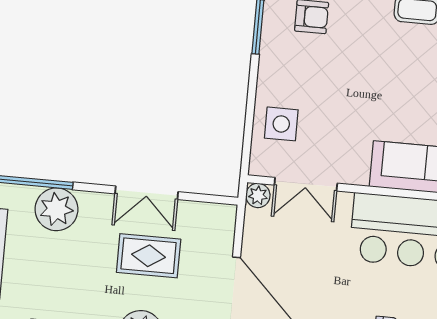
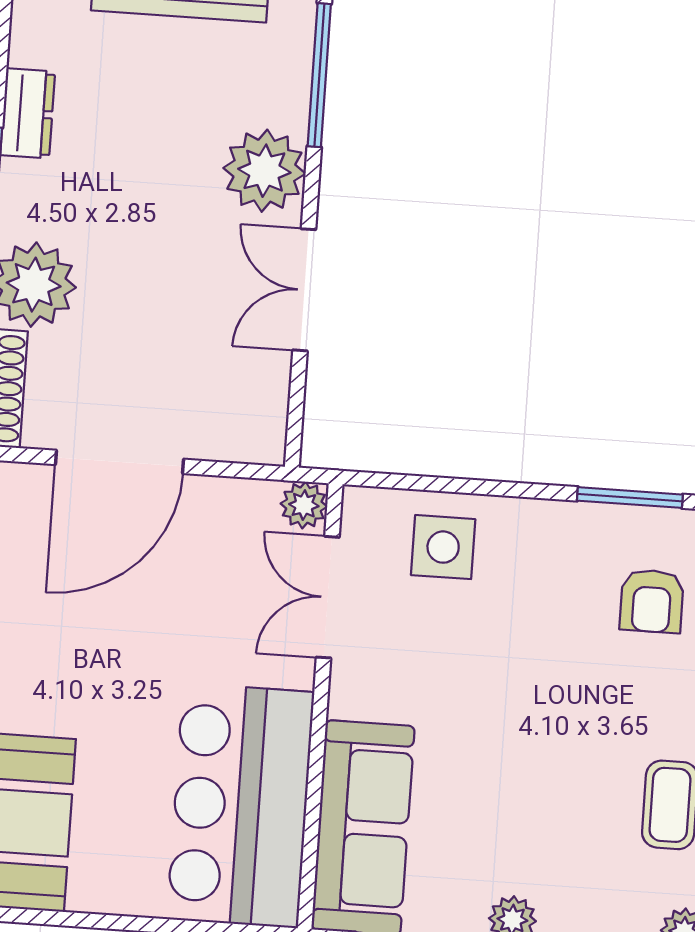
plant: (56, 209) -> (264, 171), moved
rug: (149, 256) -> (182, 296), removed

